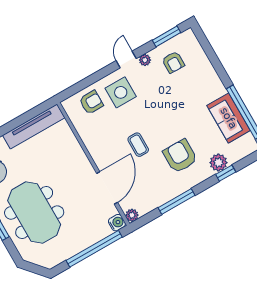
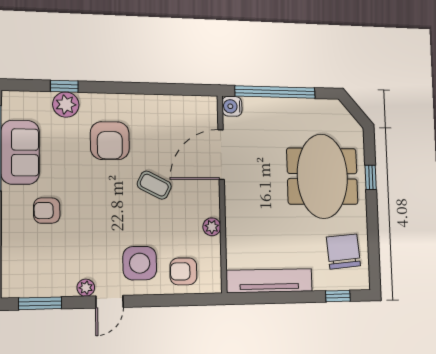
armchair: (173, 62) -> (47, 211), moved, turned -91
coffee table: (138, 145) -> (154, 185), turned -63
window: (176, 201) -> (146, 88), removed
plant: (132, 215) -> (212, 227), moved

